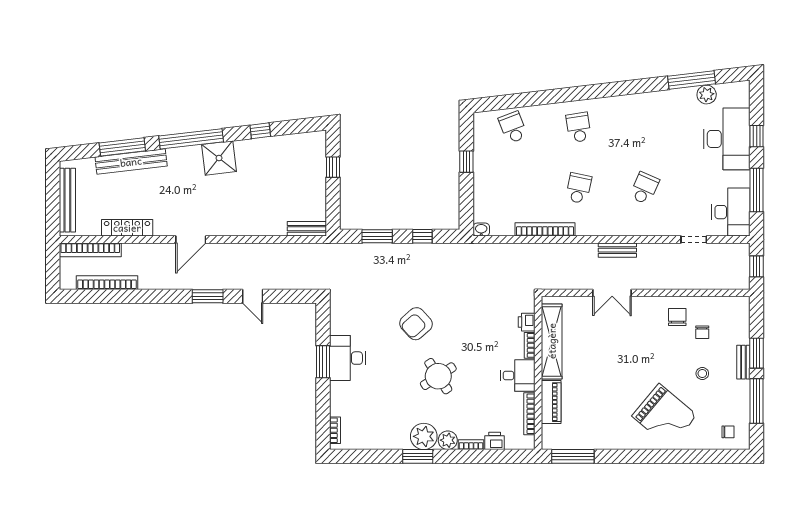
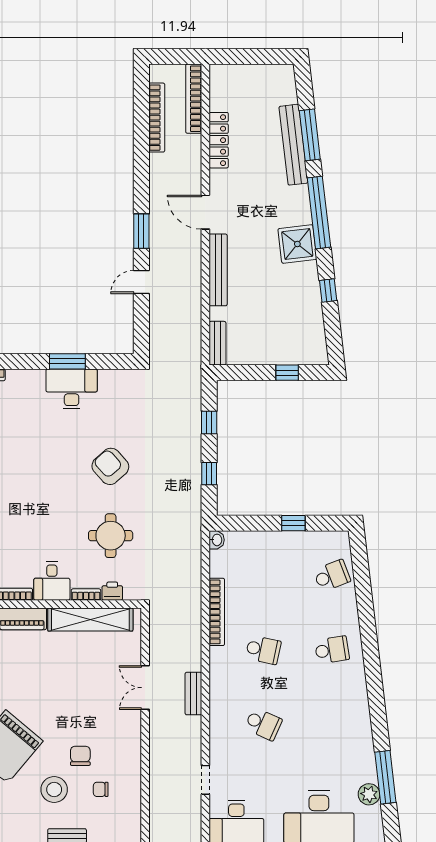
bench: (67, 200) -> (218, 270), moved, turned 90
window: (377, 236) -> (209, 422), width x0.67
chair: (677, 317) -> (80, 756), moved, turned -90
stool: (702, 374) -> (54, 790), width x1.89, depth x1.89
round table: (438, 376) -> (111, 536), moved, turned 33

